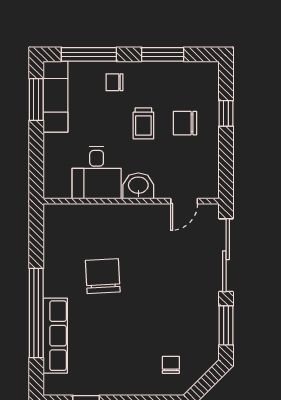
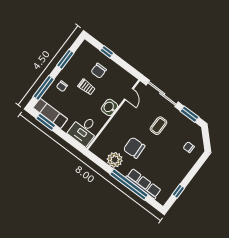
desk: (97, 173) -> (84, 130), moved, turned 90
plant: (59, 259) -> (115, 160), added
coffee table: (169, 289) -> (158, 126), added

